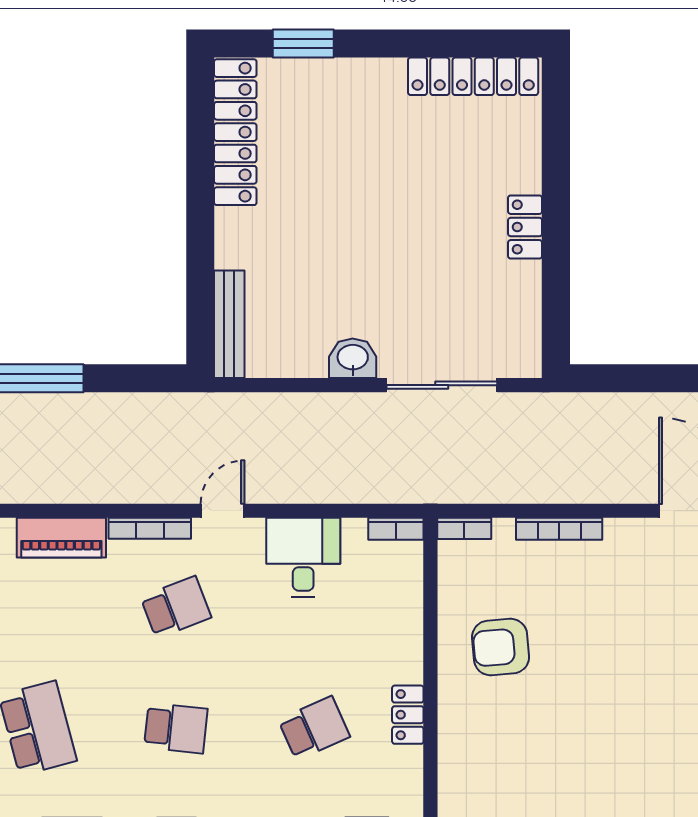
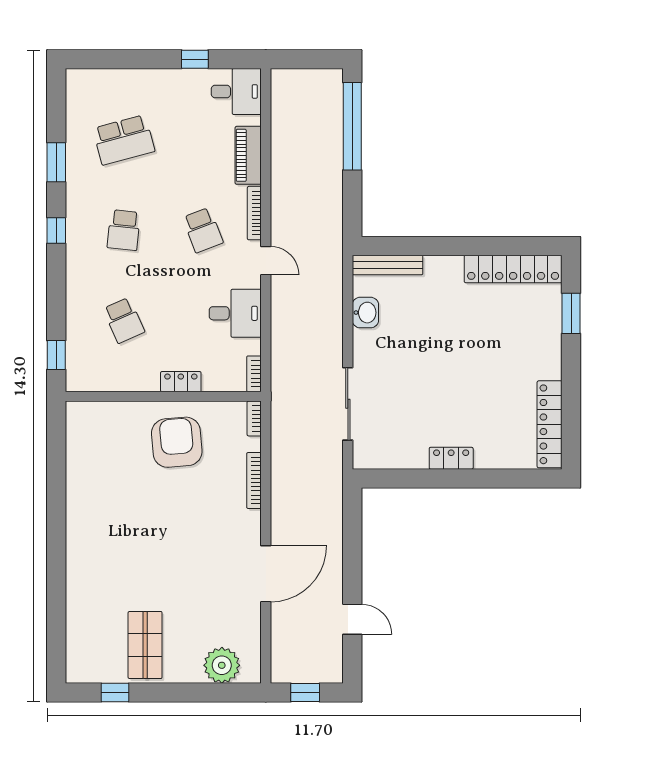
washbasin: (353, 358) -> (365, 313), moved
armchair: (501, 647) -> (177, 442), width x1.36, depth x1.36
locker: (408, 715) -> (181, 382), moved

